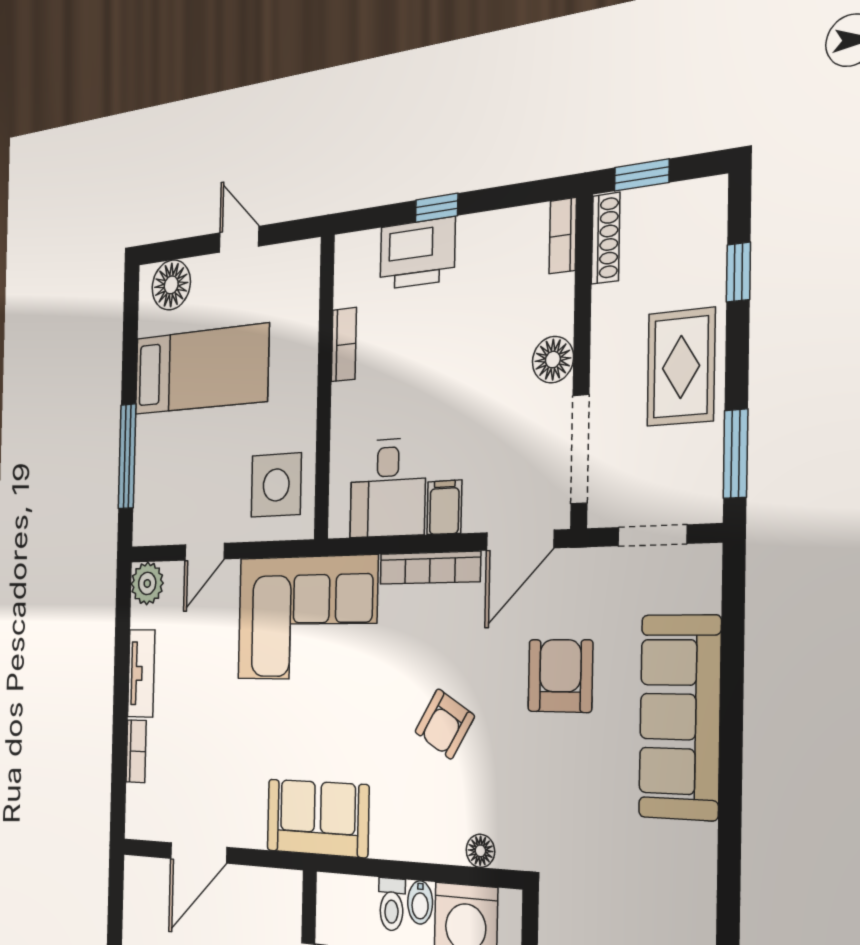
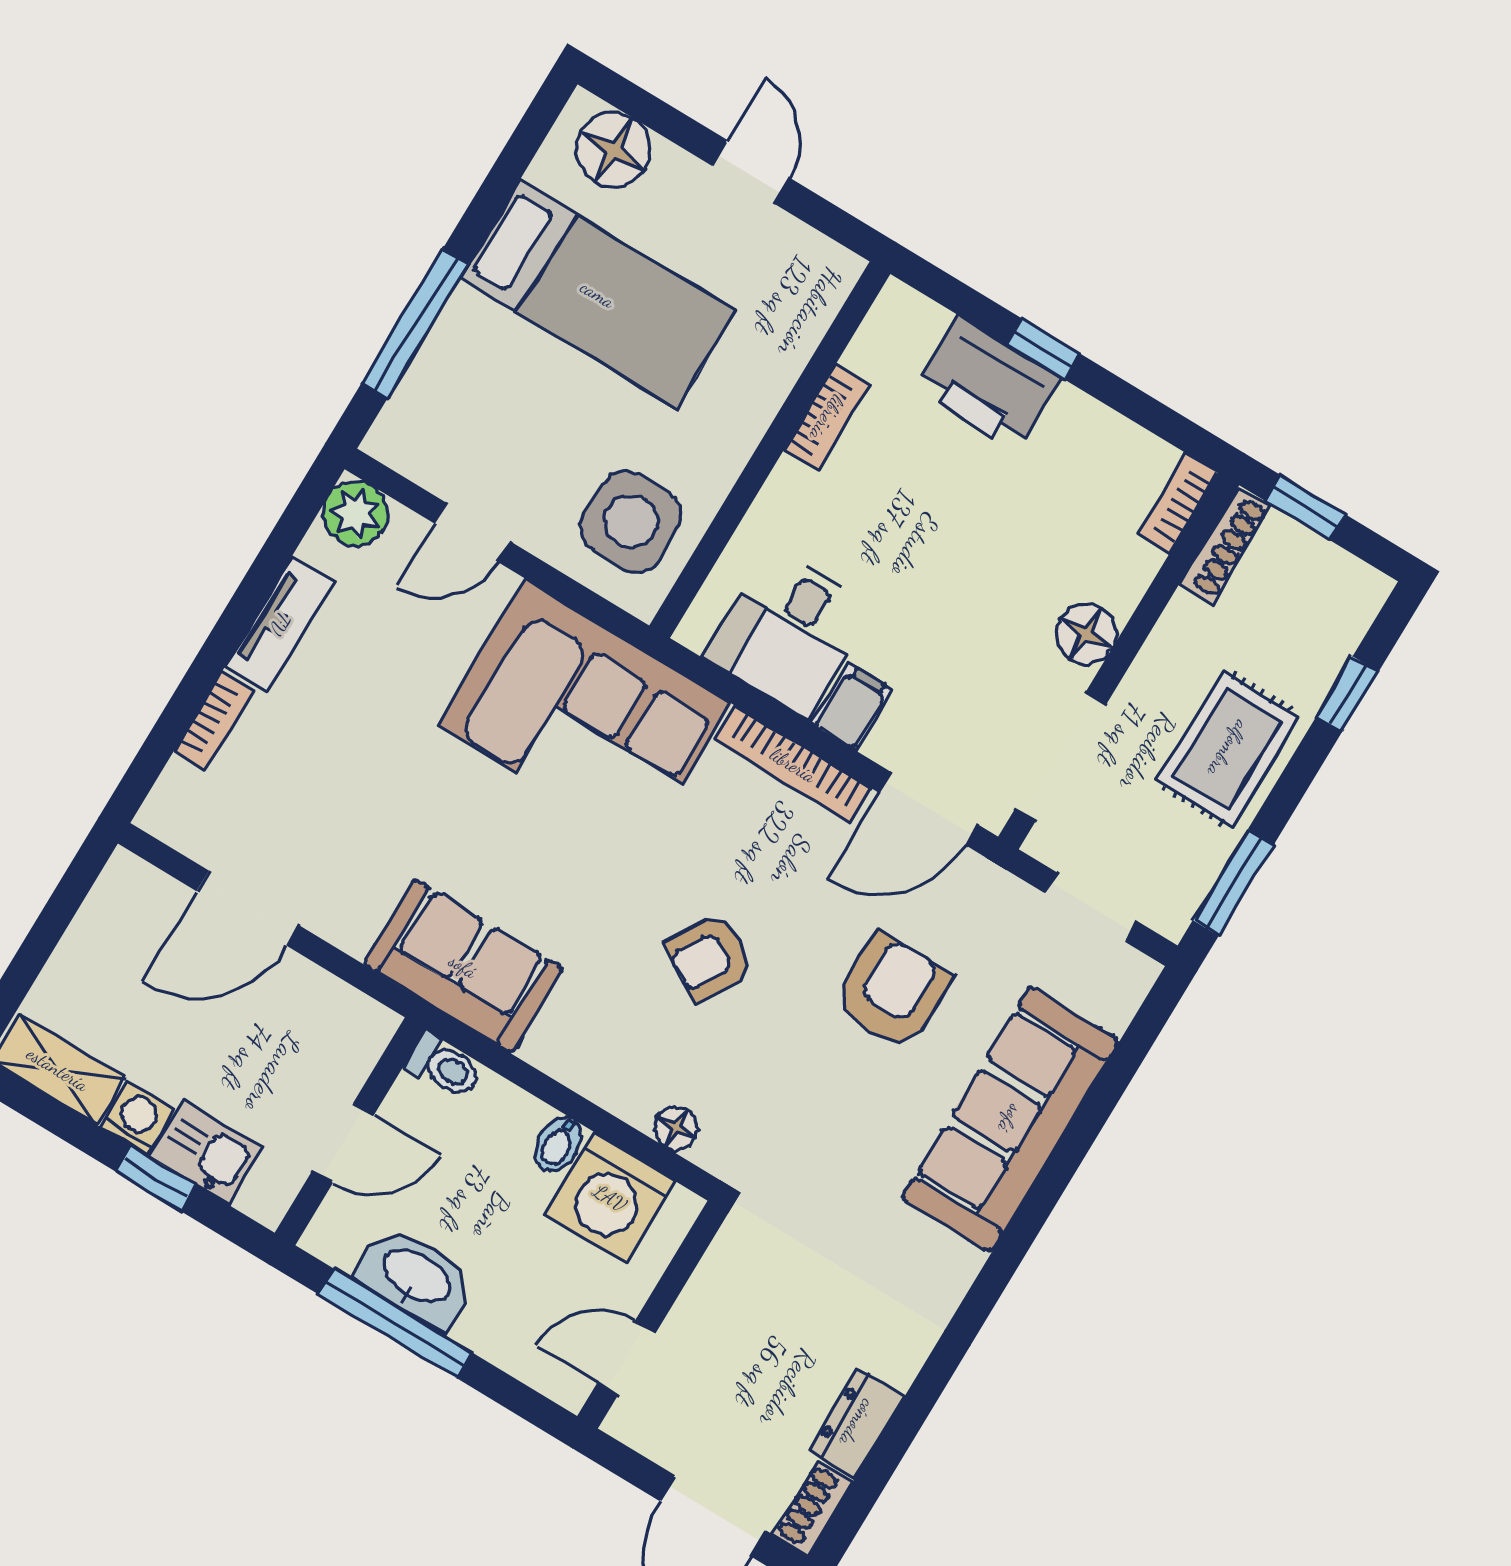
toilet: (392, 904) -> (444, 1066), moved, turned -90

